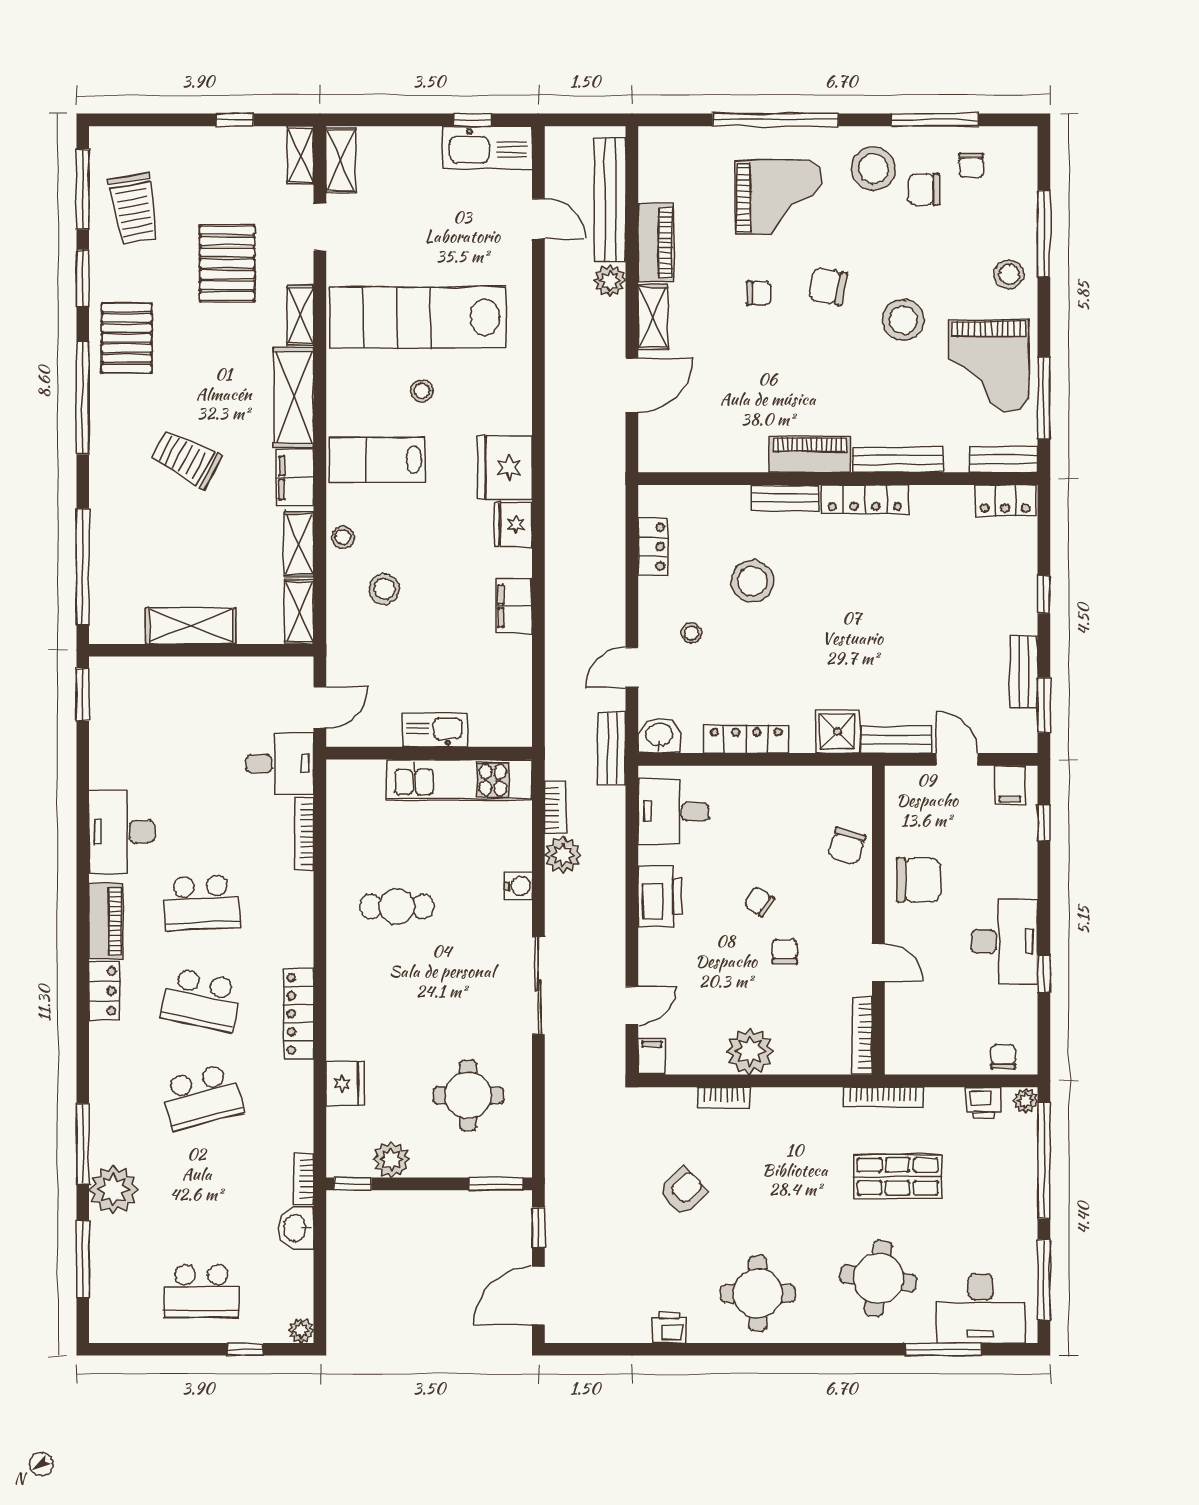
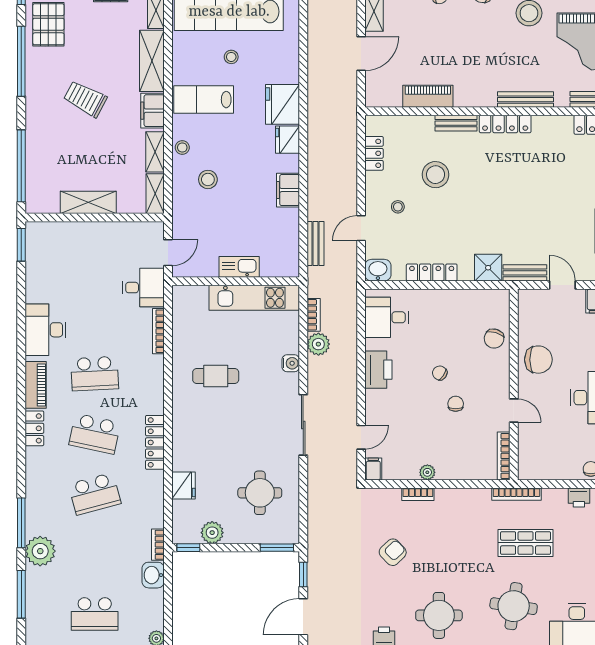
piano: (810, 454) -> (428, 96), moved
bench: (612, 749) -> (316, 244), moved
plant: (750, 1051) -> (427, 472), width x0.53, depth x0.53

